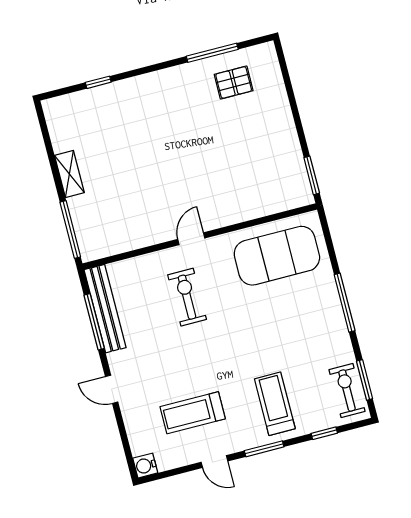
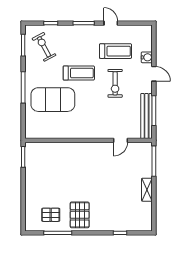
pallet: (181, 96) -> (80, 215), added
door: (191, 239) -> (120, 140), moved
exercise mat: (277, 256) -> (53, 100), moved
exercise bike: (187, 297) -> (115, 83), moved
exercise bike: (347, 390) -> (44, 47), moved, turned 152
treadmill: (275, 404) -> (79, 73), moved, turned -90
water cooler: (145, 466) -> (147, 57), moved

